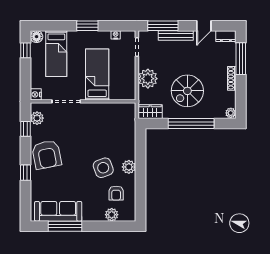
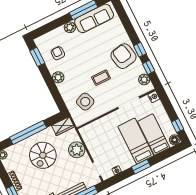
bed: (97, 75) -> (136, 141), moved, turned 180
spiral stairs: (187, 91) -> (43, 155), turned 180
coffee table: (83, 143) -> (101, 78), added
side table: (103, 168) -> (85, 102), moved
window: (26, 173) -> (140, 50), moved
window: (140, 200) -> (37, 57), added
plant: (112, 215) -> (70, 27), moved

